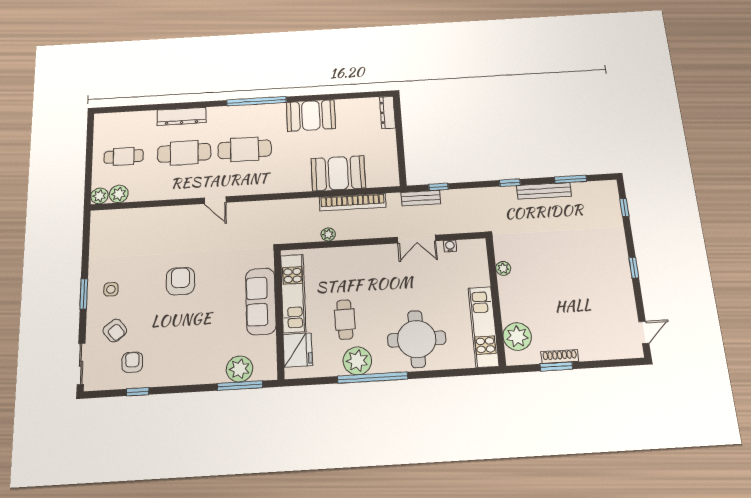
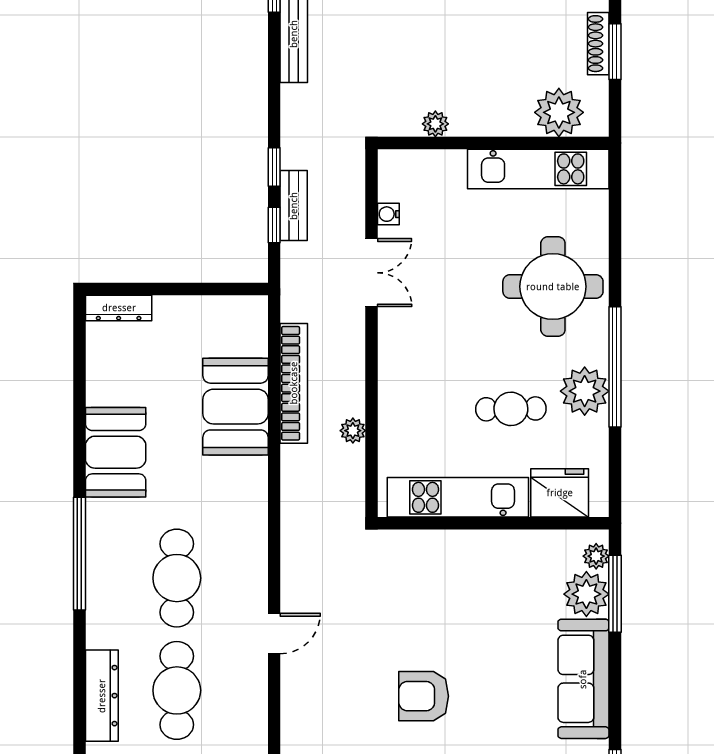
window: (510, 183) -> (274, 167), moved
bench: (421, 198) -> (294, 206), moved
sofa: (261, 301) -> (583, 679), moved, turned 90
plant: (262, 373) -> (596, 556), added

